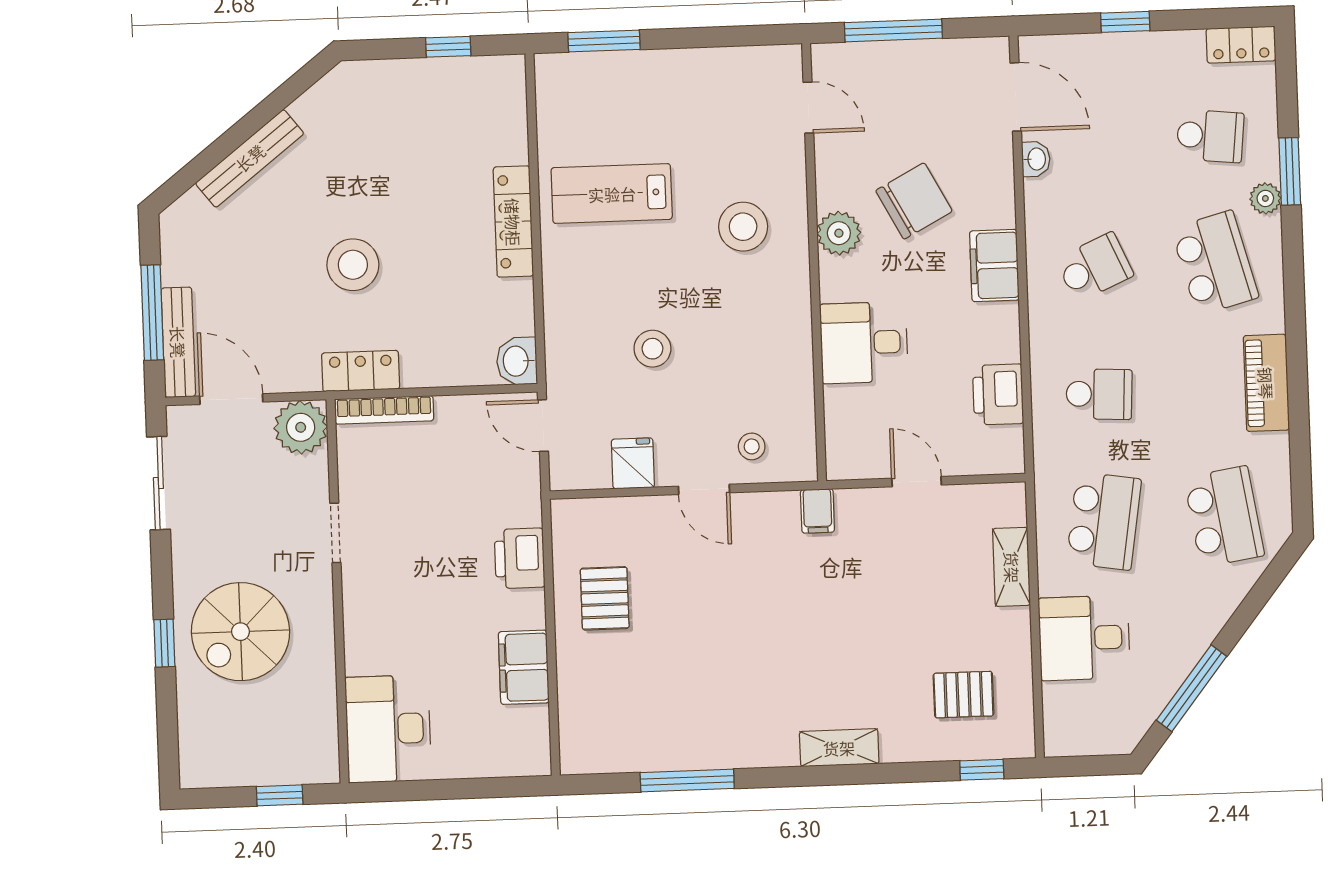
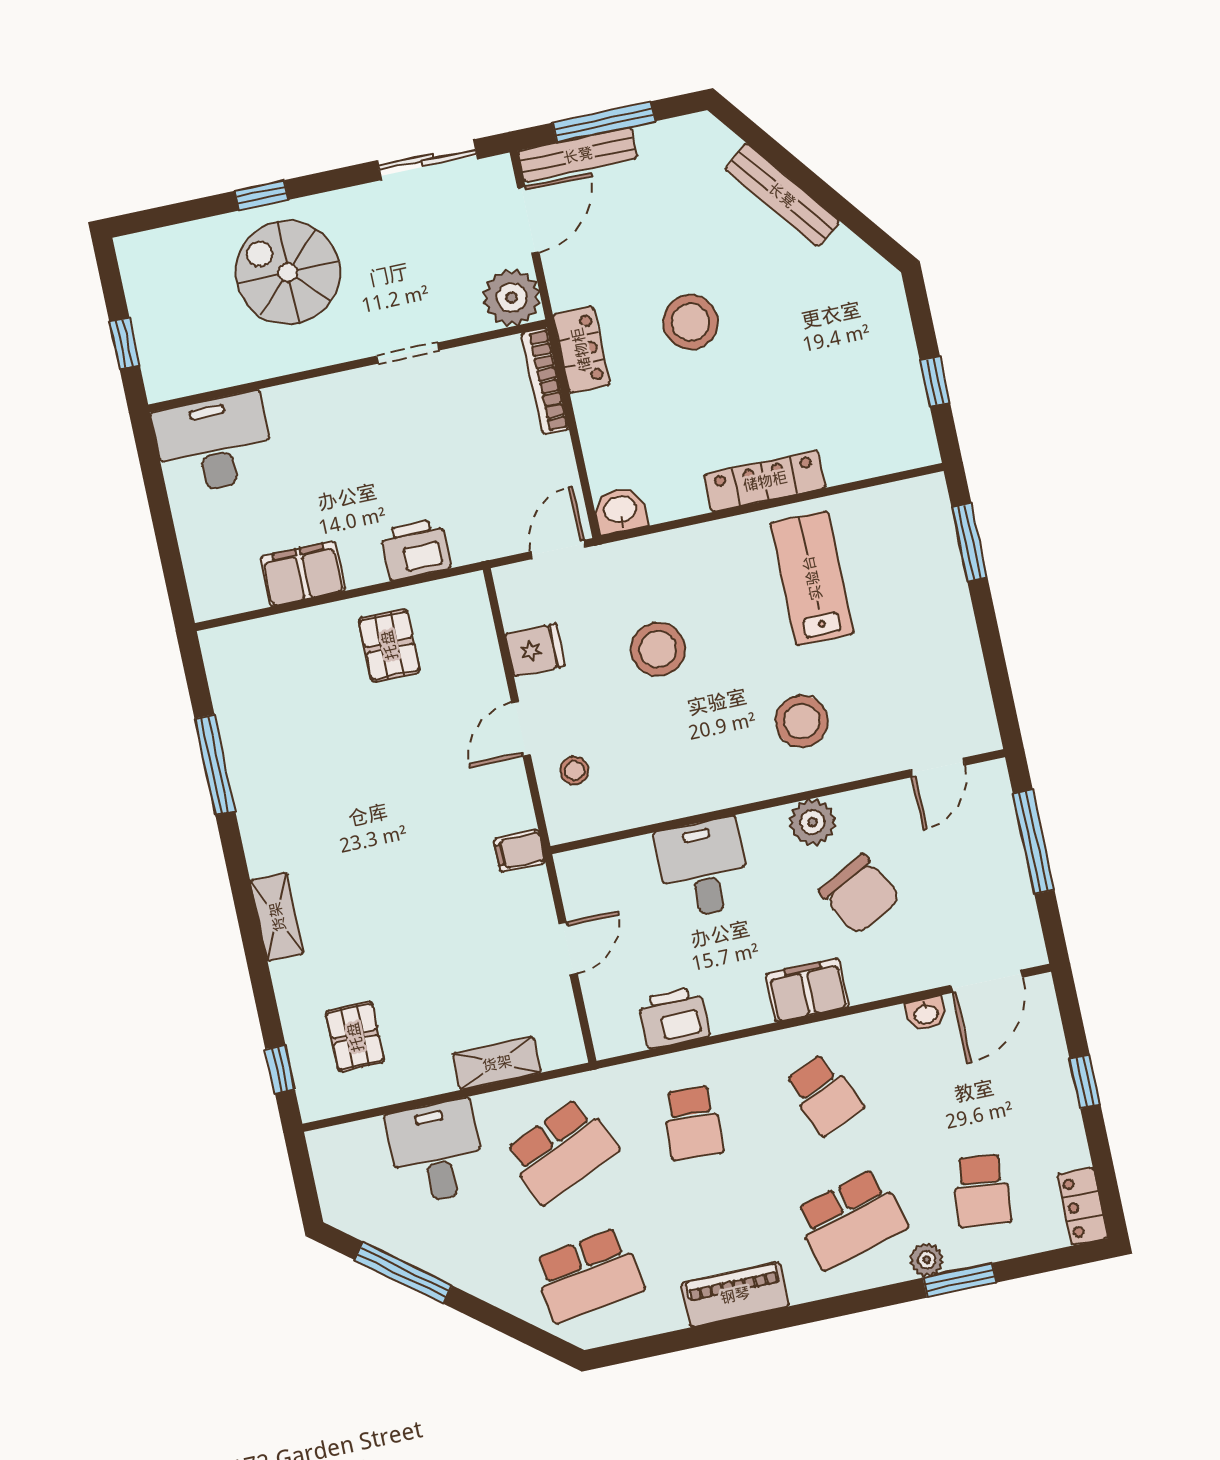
stool: (652, 349) -> (658, 649), width x1.38, depth x1.38
school desk: (1104, 521) -> (561, 1151), turned -33
pallet: (605, 598) -> (389, 645), turned 90

